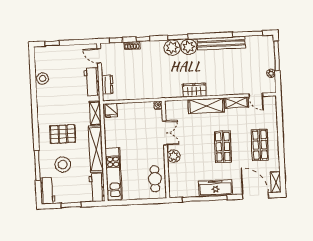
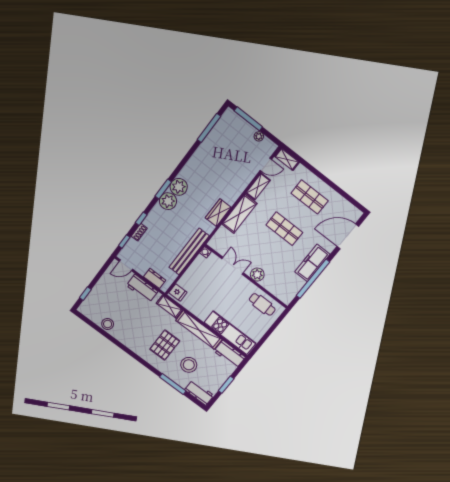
bench: (221, 43) -> (189, 252), moved
shelving: (276, 182) -> (287, 159), moved

